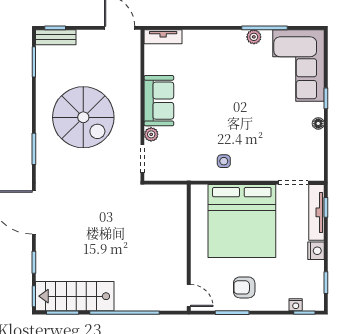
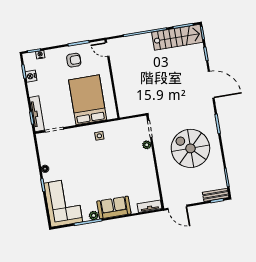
sofa: (159, 101) -> (114, 207), moved, turned 90
bed: (242, 221) -> (88, 100), width x0.73
nightstand: (316, 251) -> (31, 76), moved

